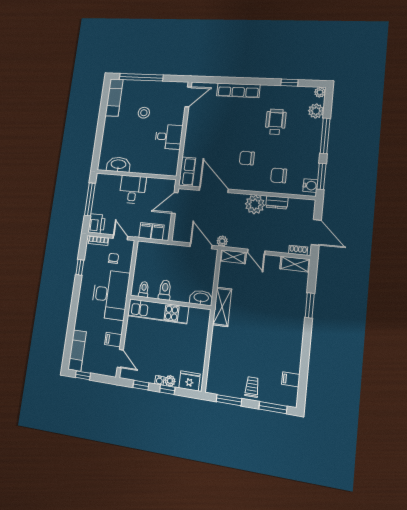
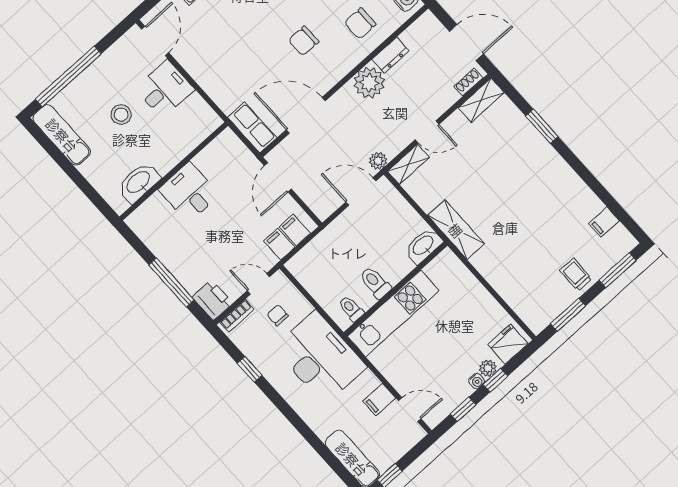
desk: (169, 137) -> (165, 89), moved
washbasin: (118, 165) -> (139, 183), moved
wall: (136, 175) -> (174, 171), moved
desk: (133, 189) -> (189, 192), moved

